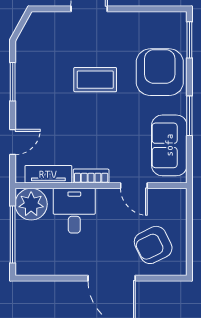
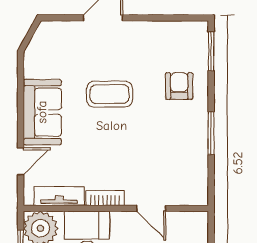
armchair: (160, 72) -> (179, 86), width x0.53, depth x0.53
window: (13, 82) -> (21, 96), removed
sofa: (169, 145) -> (42, 112), moved, turned 180

